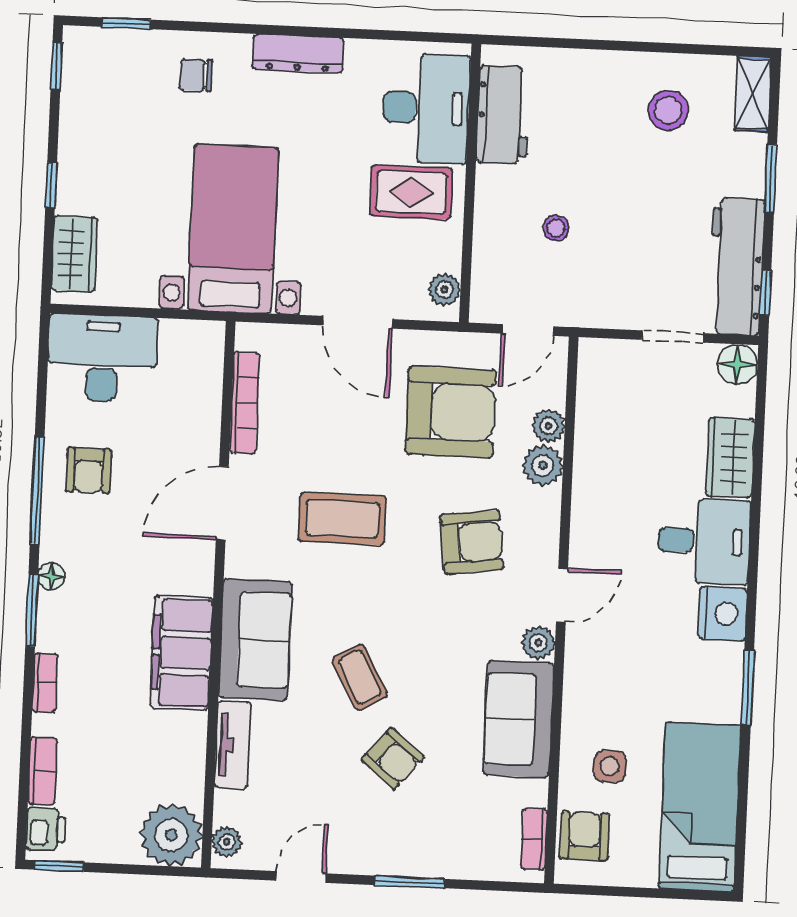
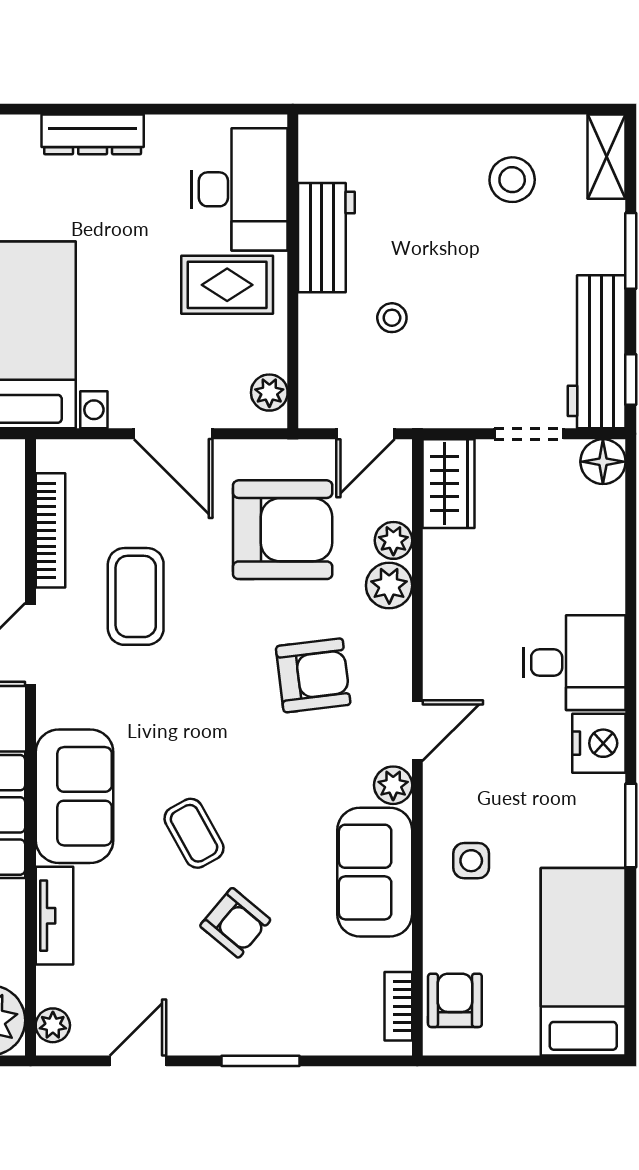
workbench: (503, 115) -> (326, 238), moved
wardrobe: (730, 458) -> (448, 484), moved, turned 180
coffee table: (342, 519) -> (136, 596), moved, turned 90
side table: (610, 766) -> (471, 861), moved

